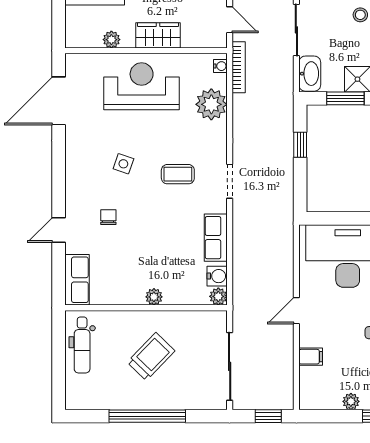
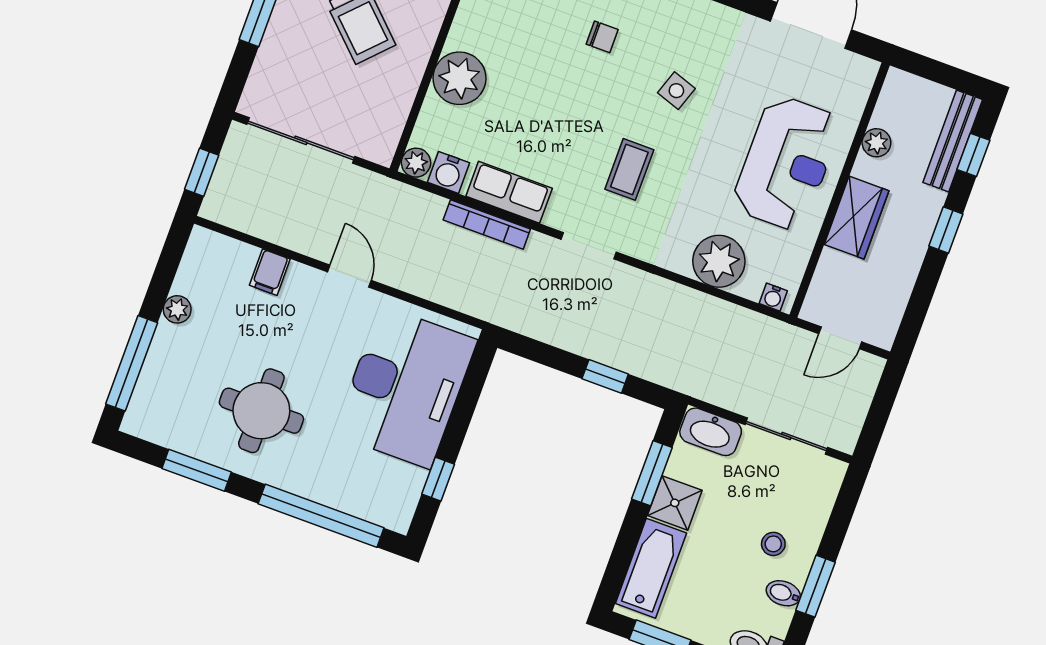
bookcase: (239, 67) -> (487, 224), moved
plant: (154, 297) -> (459, 78), width x1.87, depth x1.87

